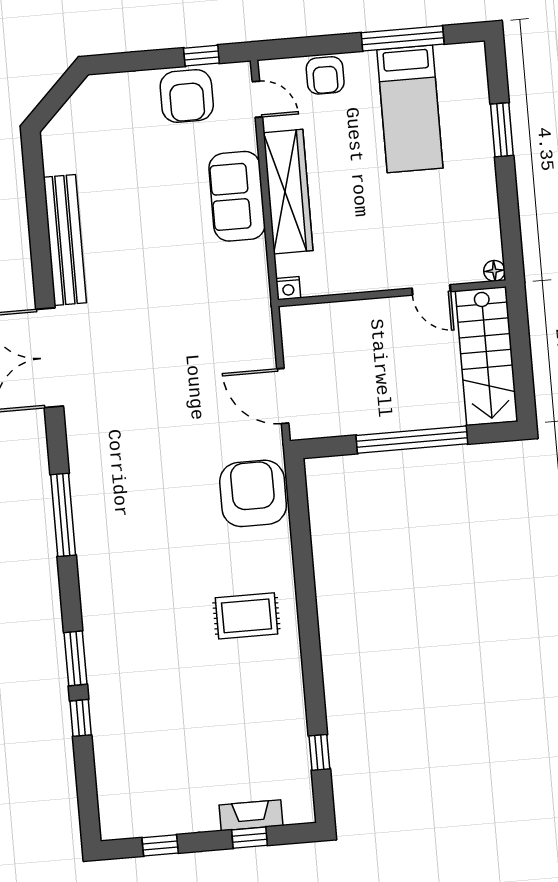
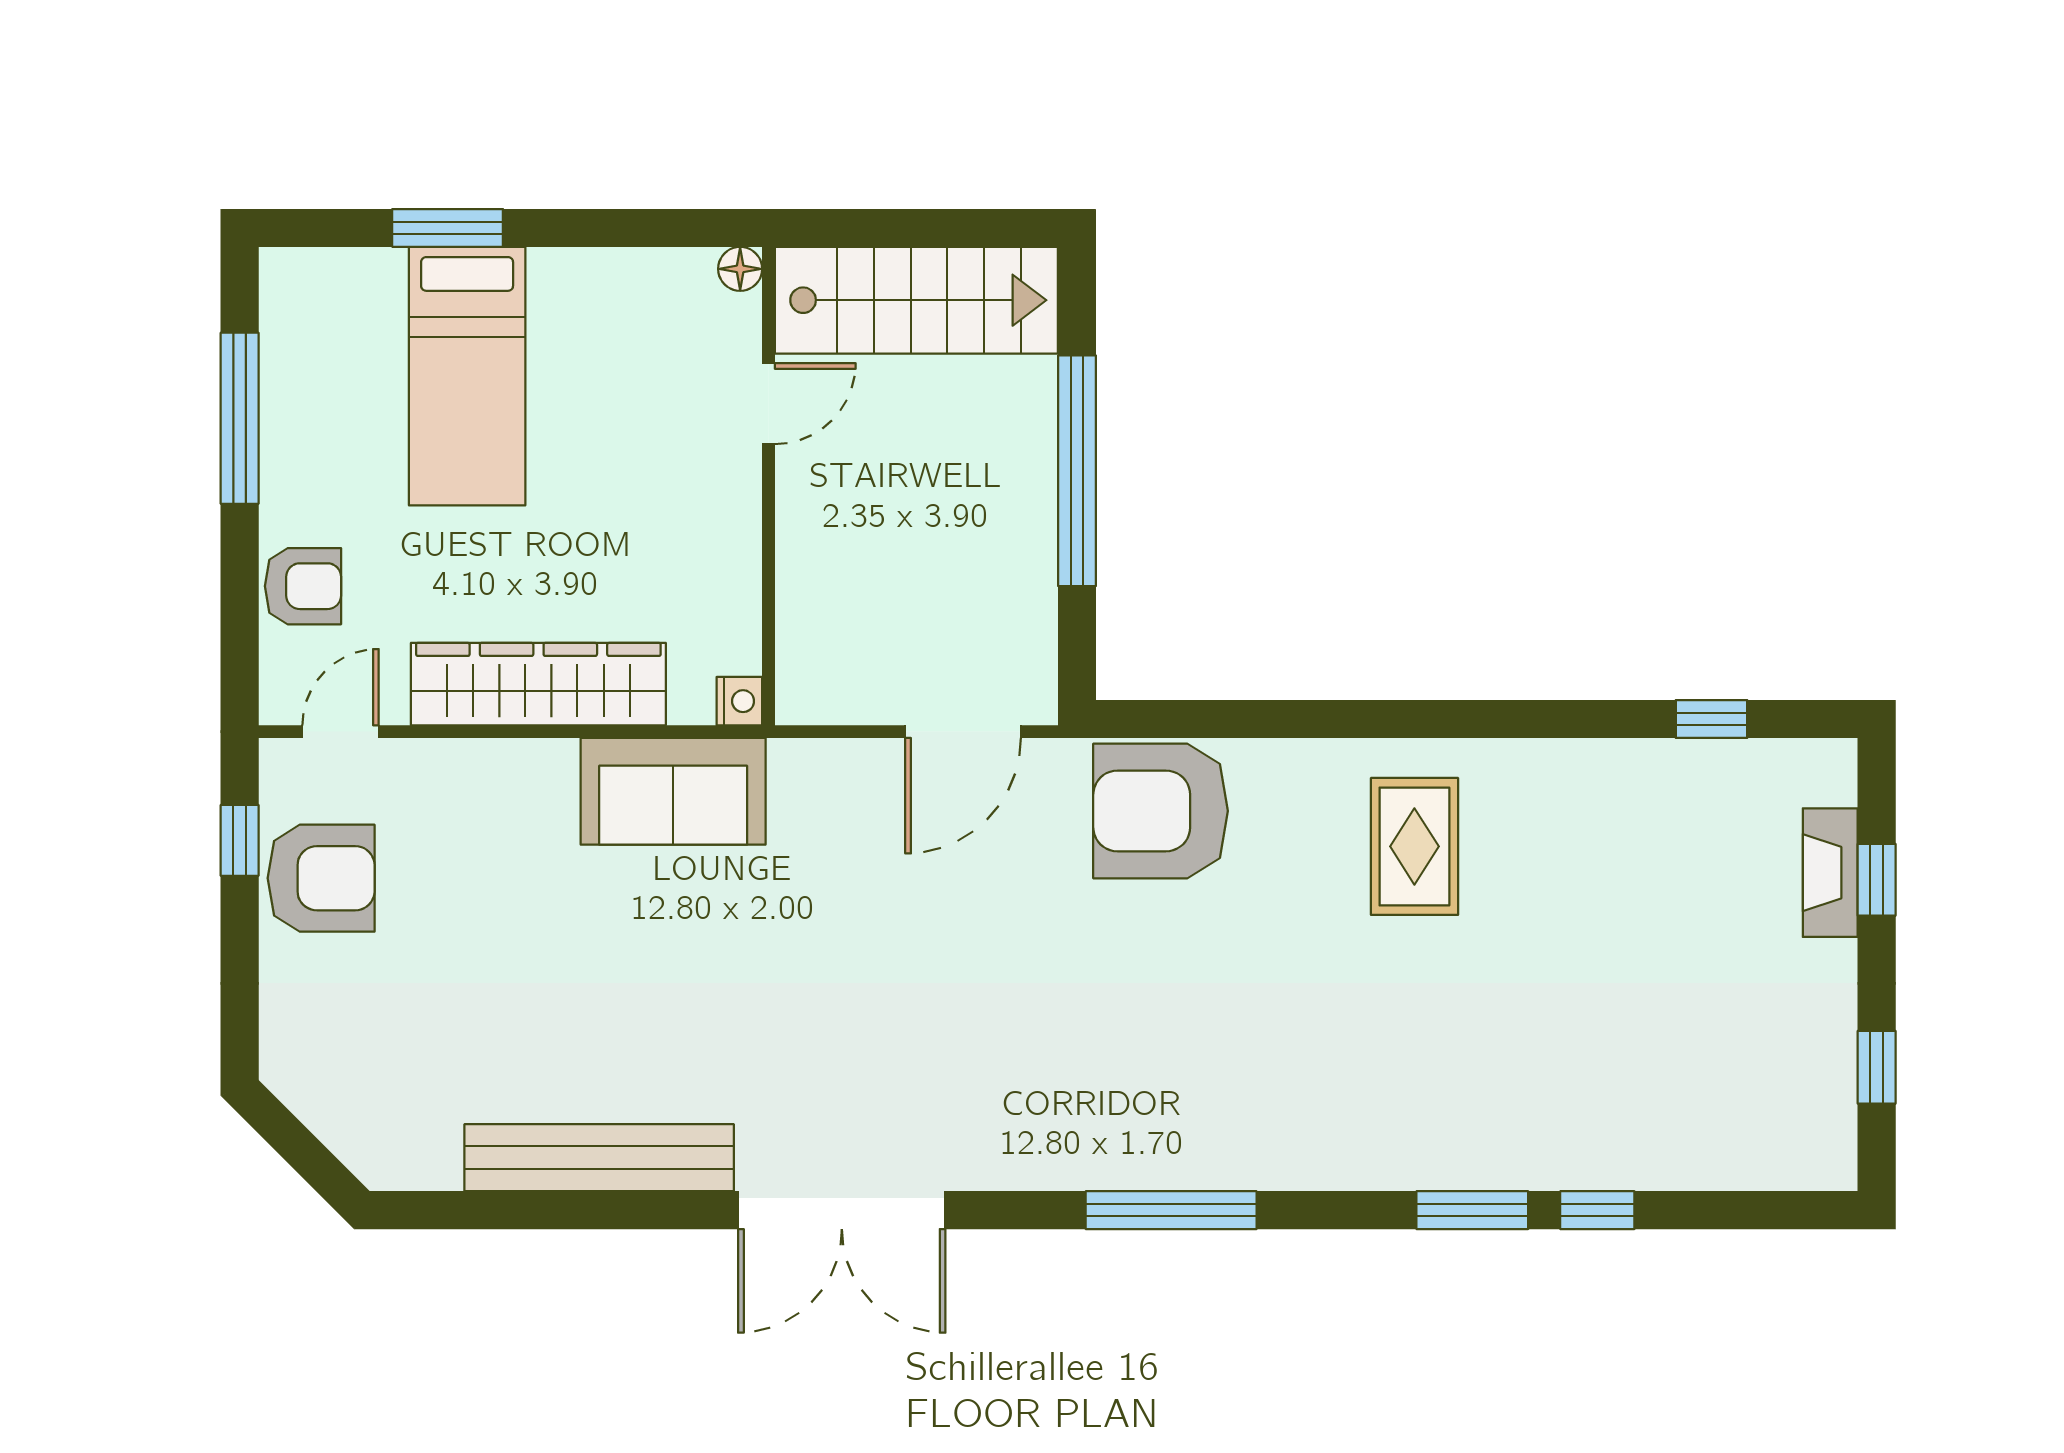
bed: (410, 109) -> (467, 376), moved, turned 90
sofa: (237, 196) -> (673, 791), moved

